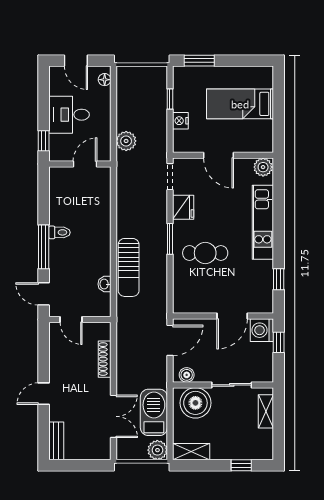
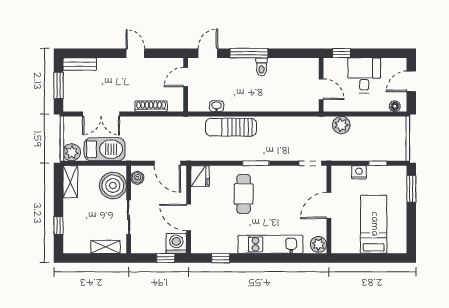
fridge: (183, 207) -> (200, 176), moved, turned -90
door: (44, 394) -> (135, 53), moved
window: (81, 465) -> (58, 85), added

